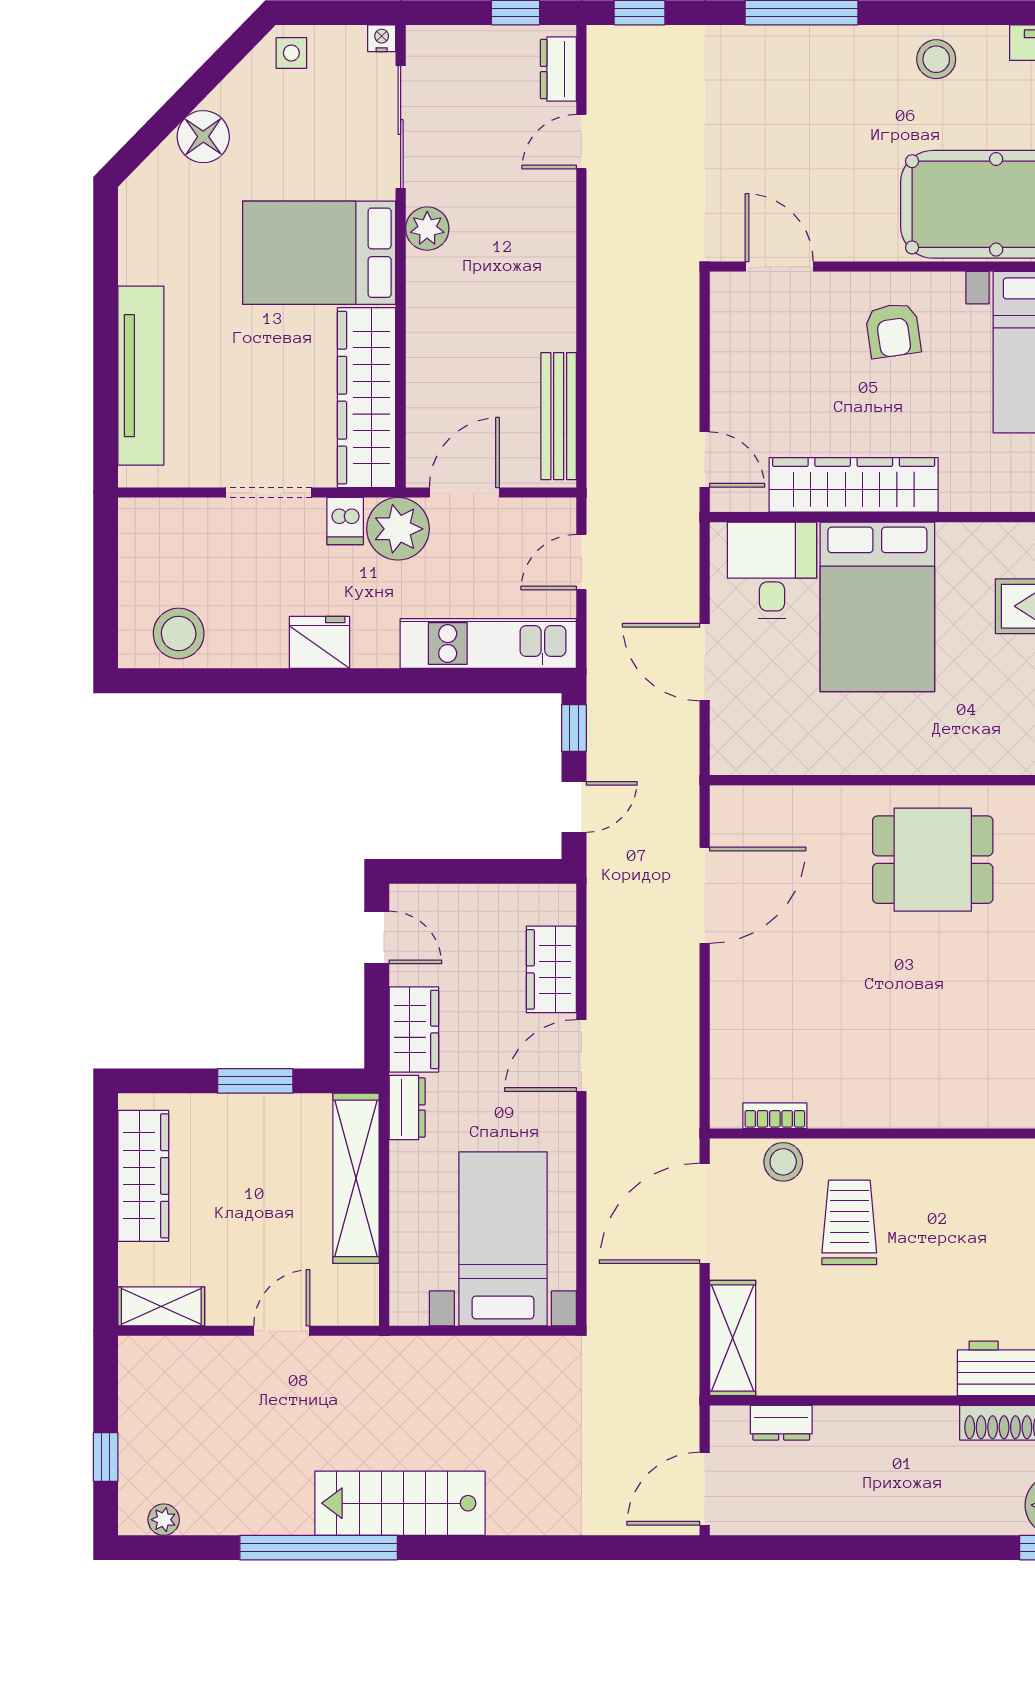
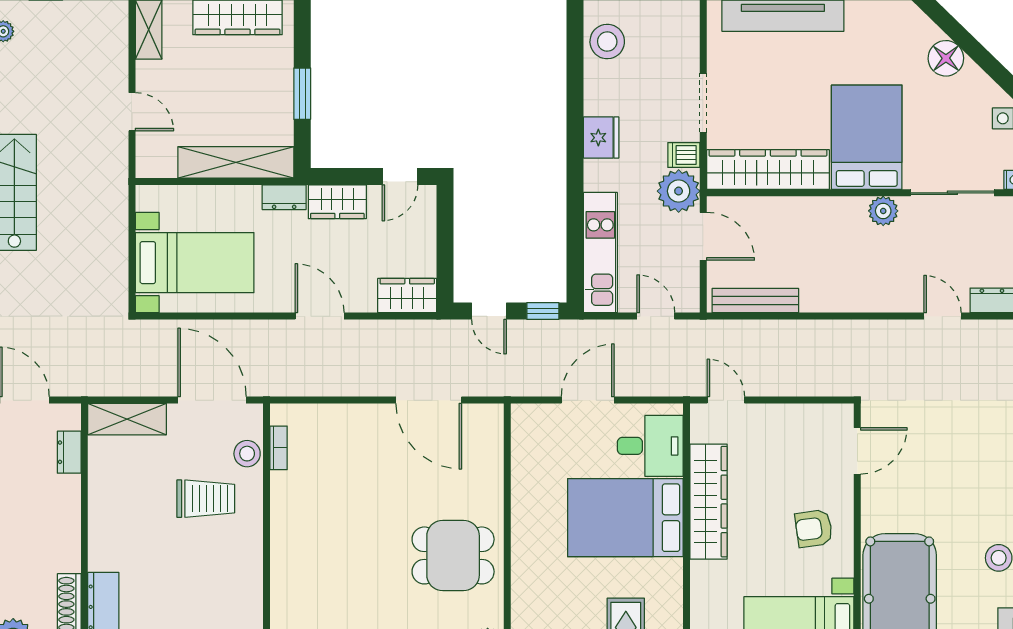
door: (705, 459) -> (726, 400), swing flipped
dining table: (933, 860) -> (453, 555), turned 90
wardrobe: (551, 969) -> (407, 296), moved

